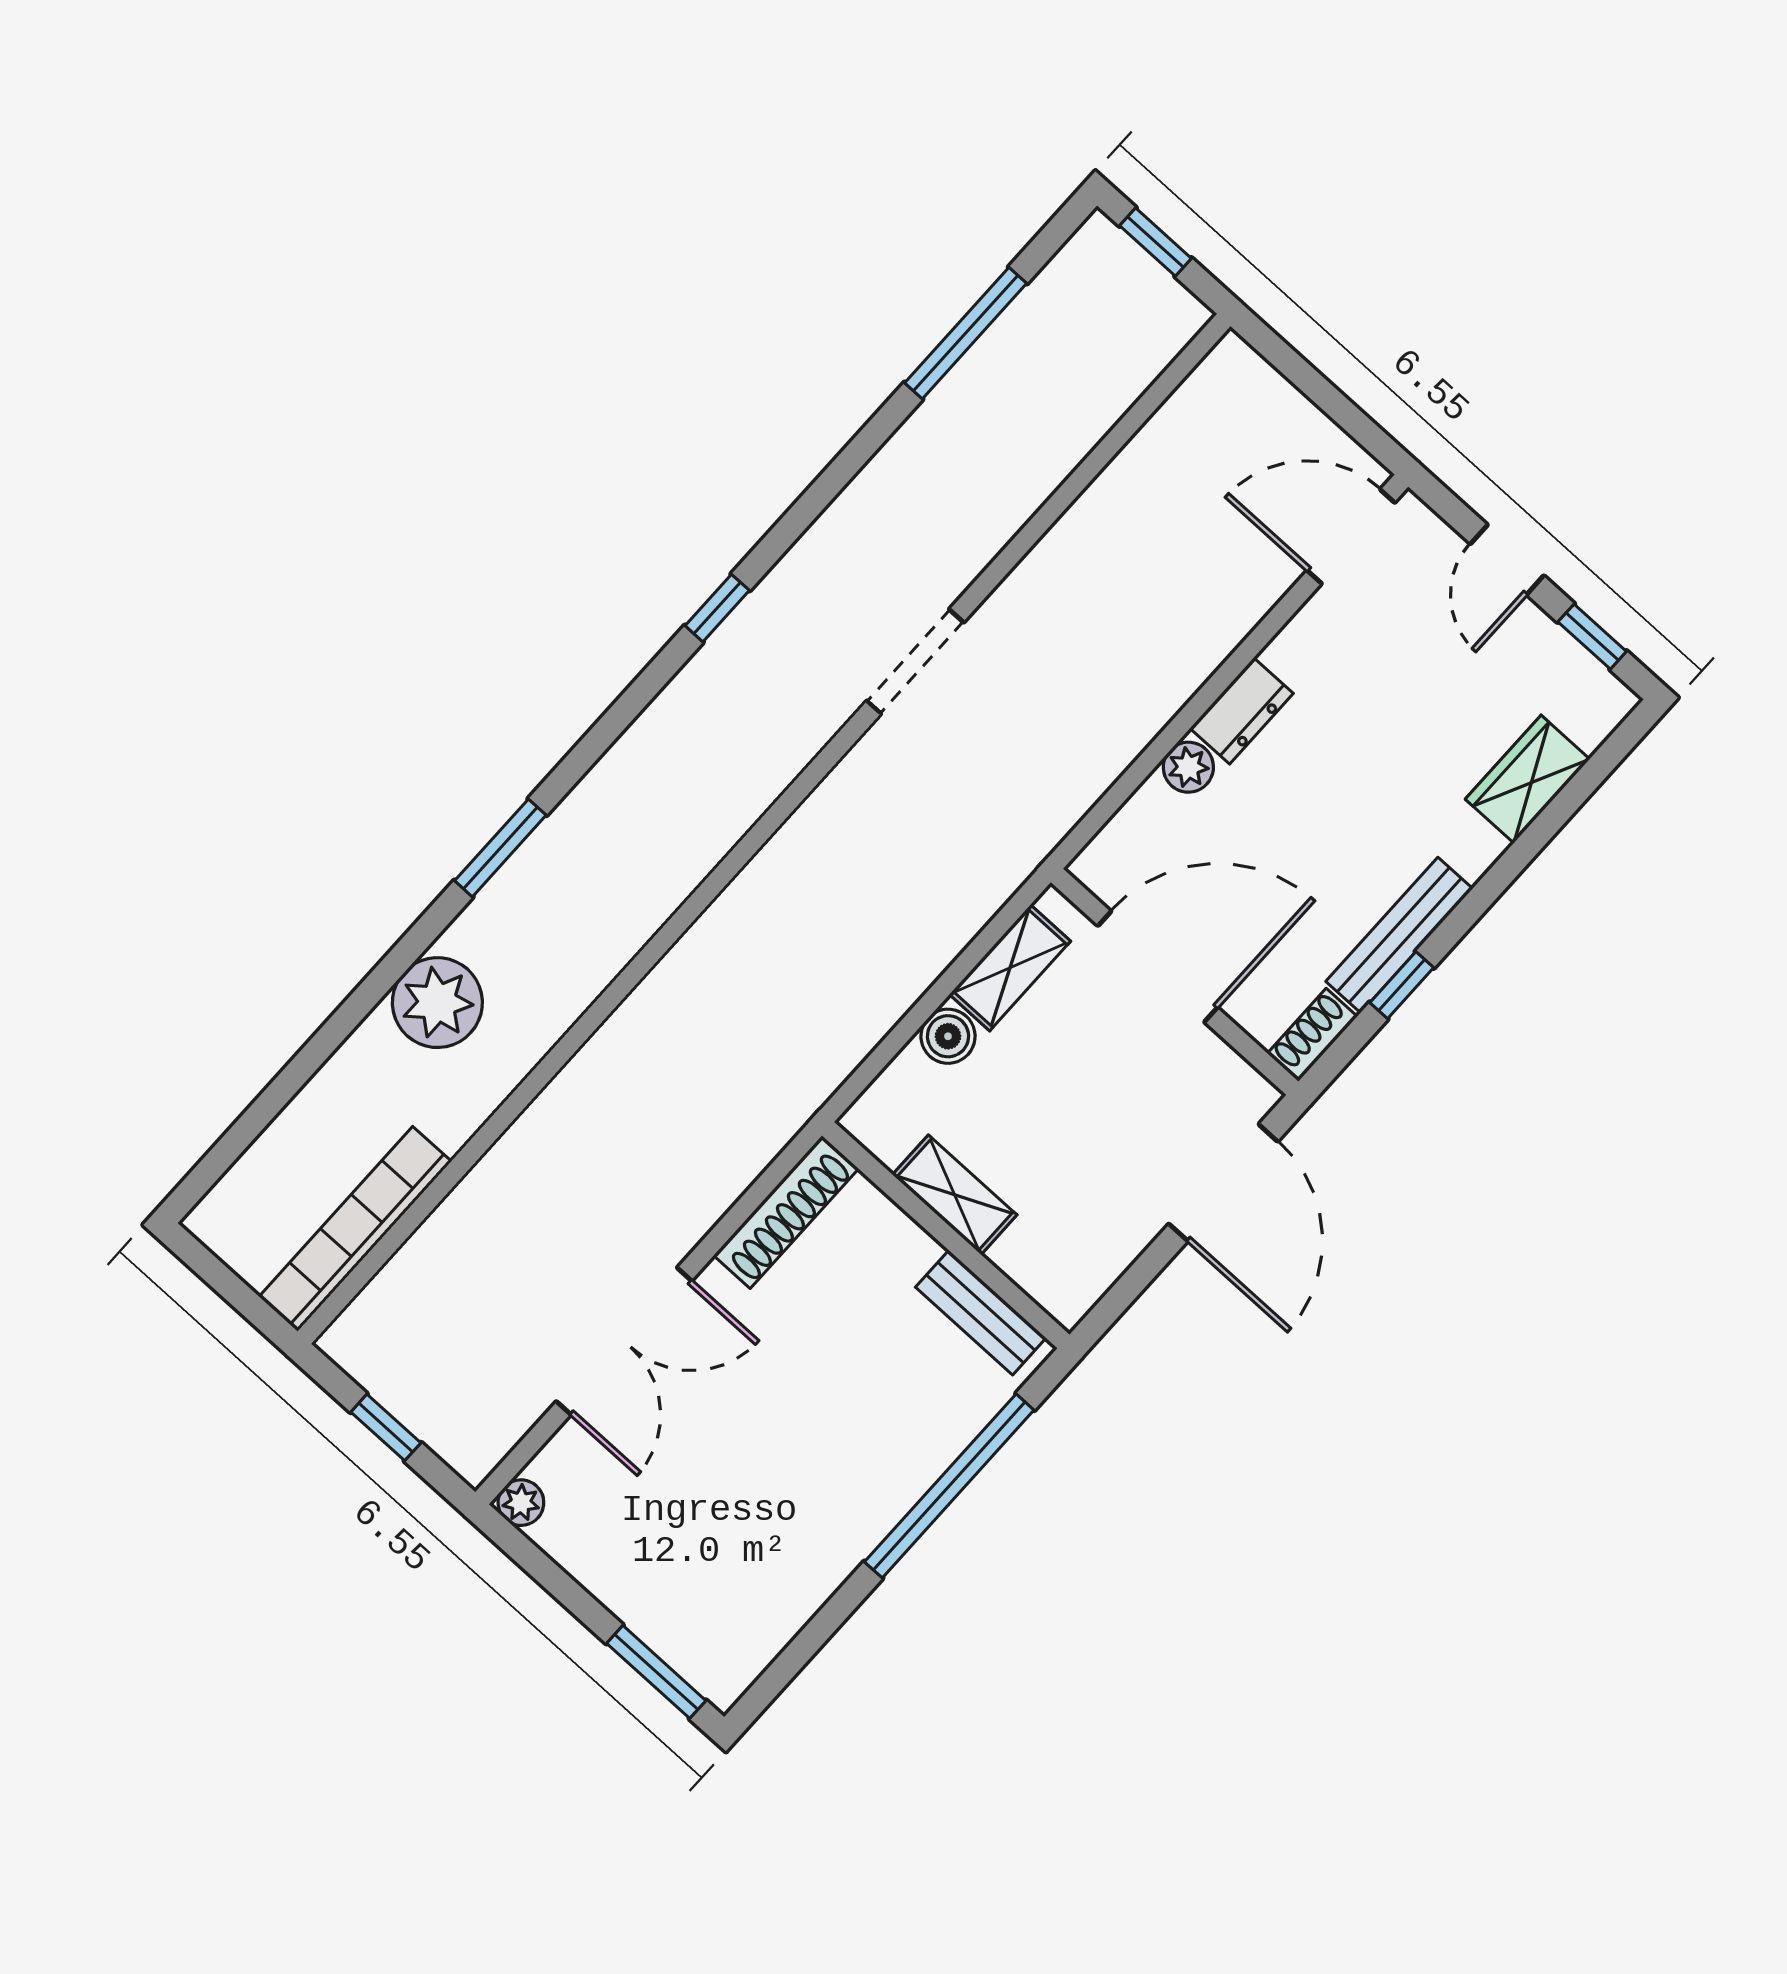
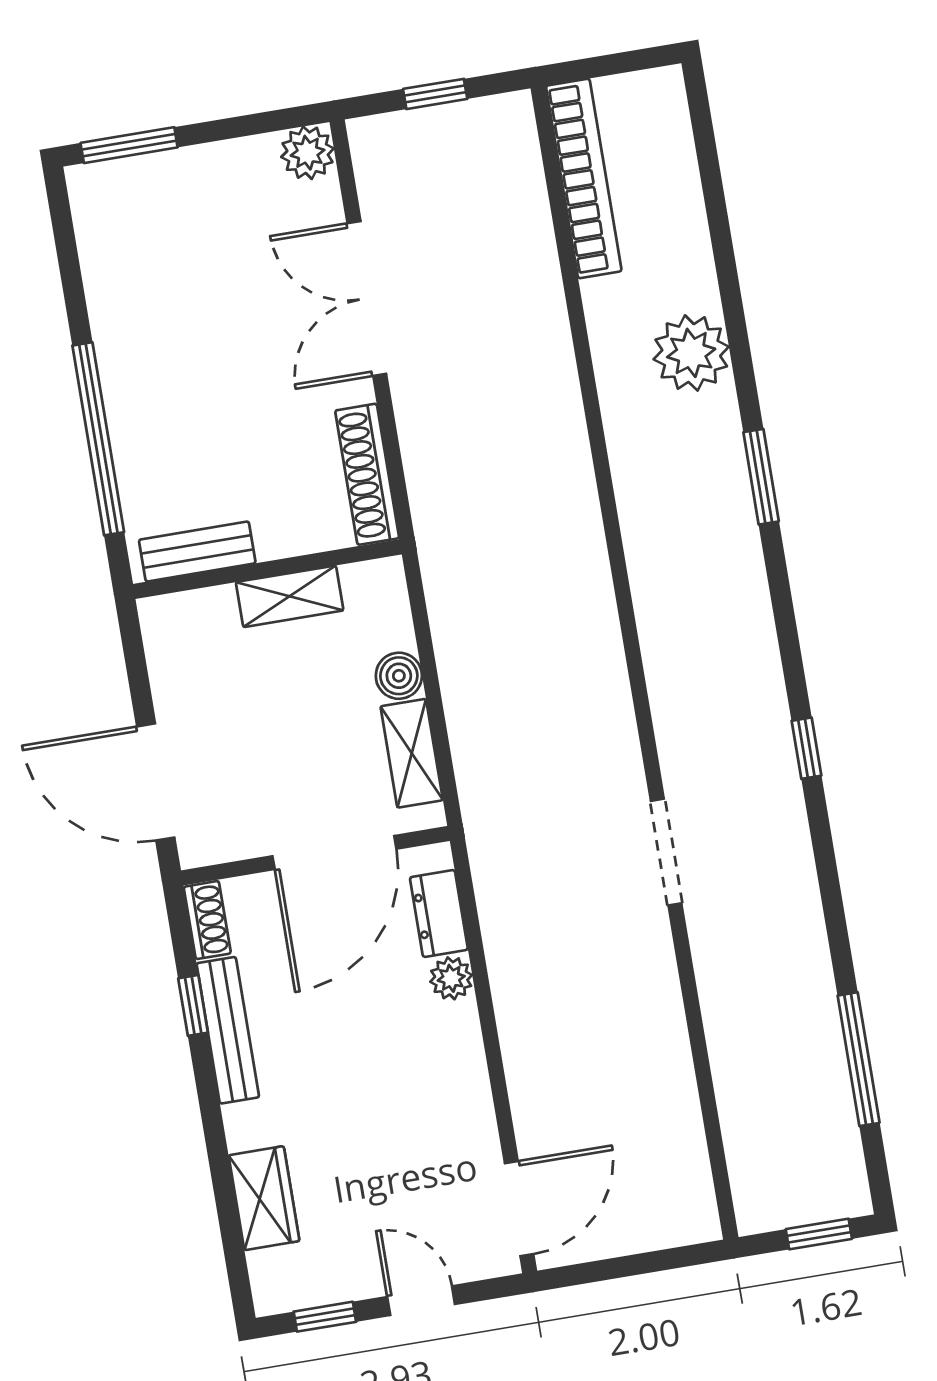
dresser: (1242, 711) -> (439, 914), moved
plant: (521, 1503) -> (308, 153), width x1.38, depth x1.38

